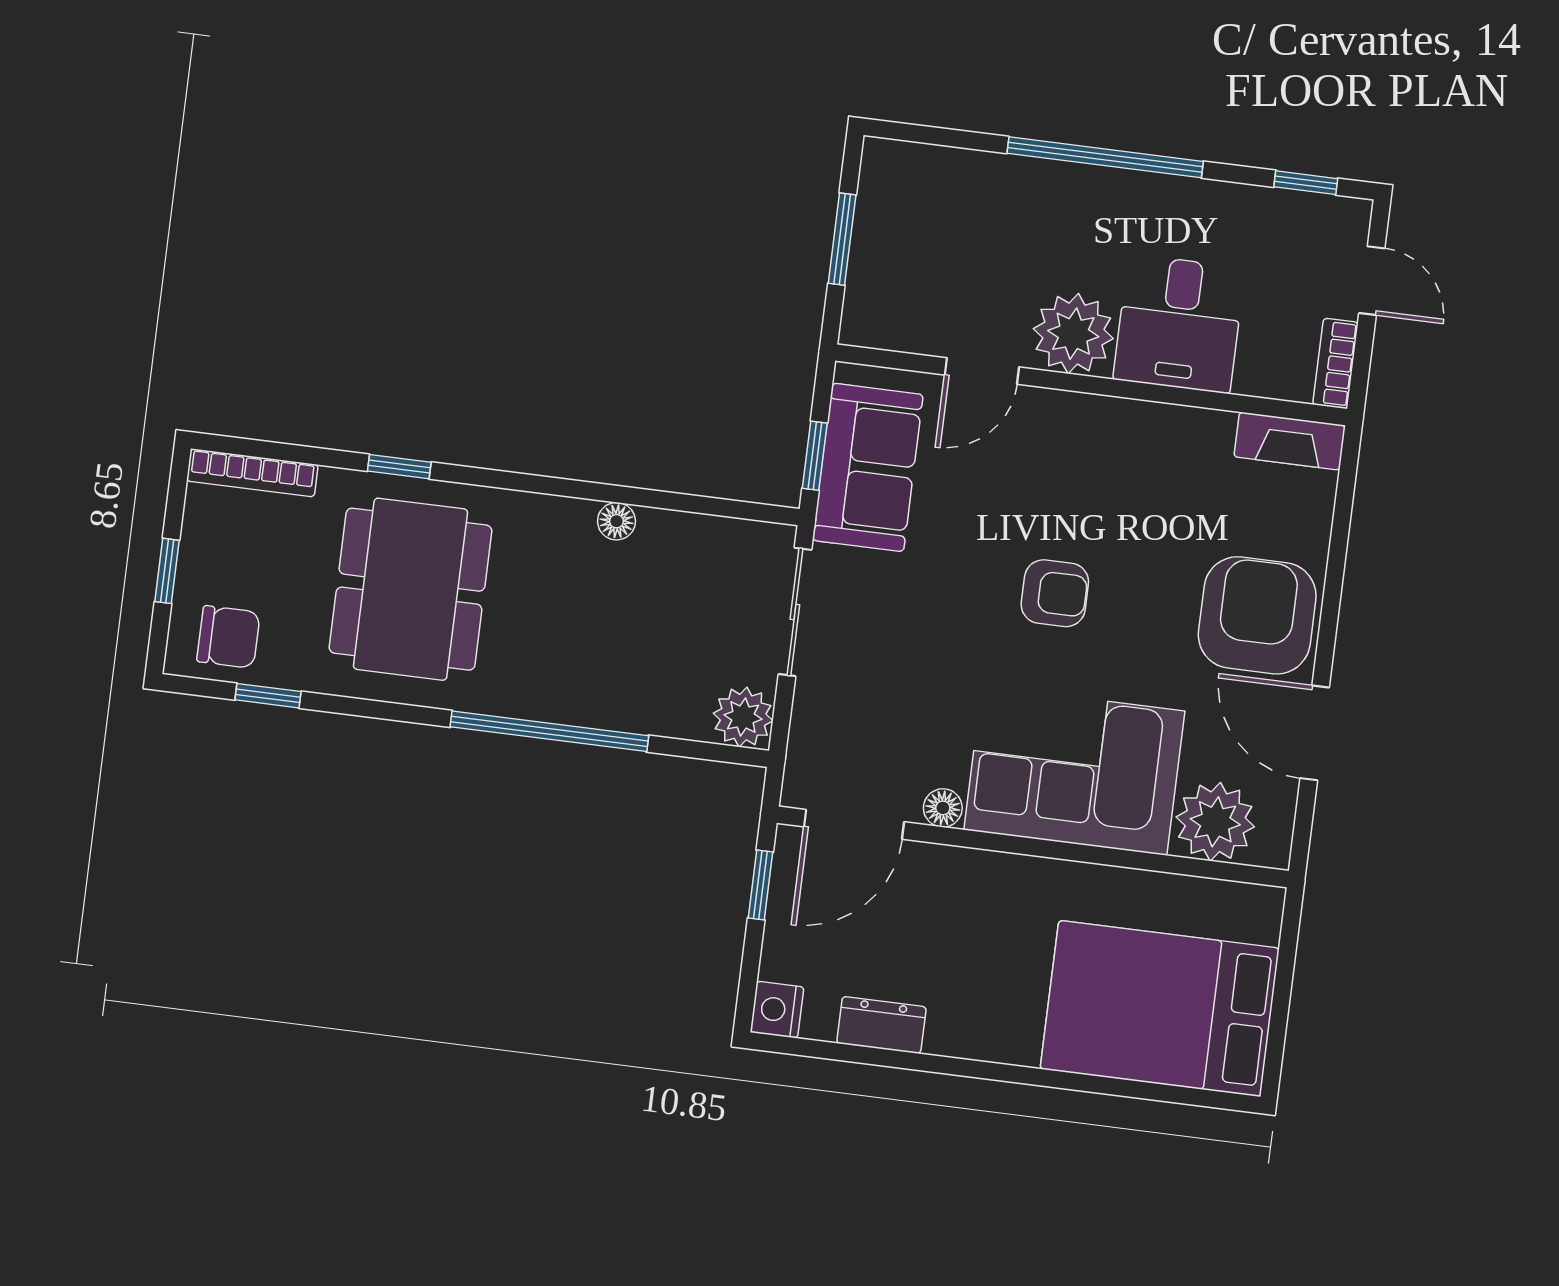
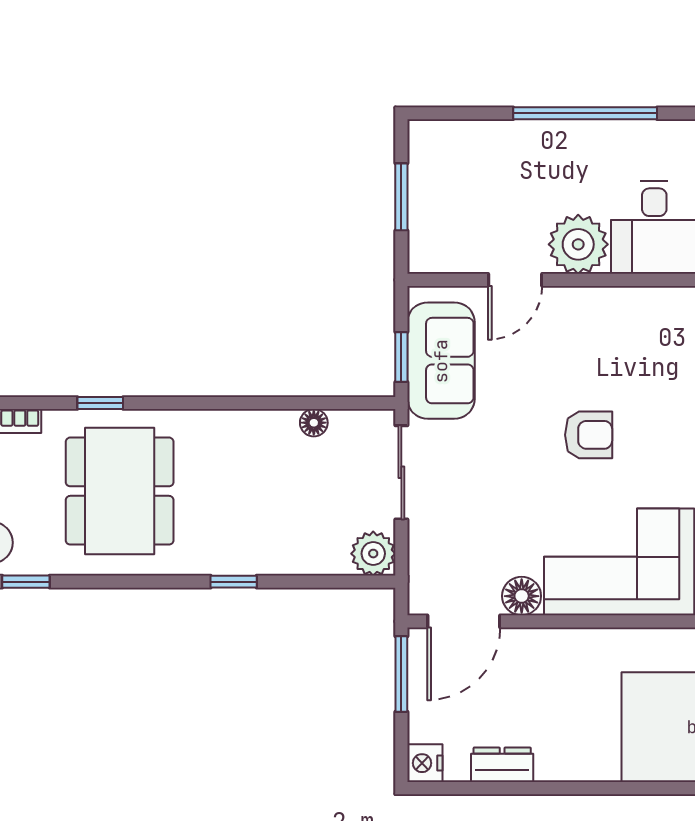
floor lamp: (616, 521) -> (314, 423), moved
window: (549, 731) -> (234, 582), width x0.32
floor lamp: (943, 808) -> (522, 596), width x1.37, depth x1.37
window: (761, 885) -> (401, 674), width x1.50

